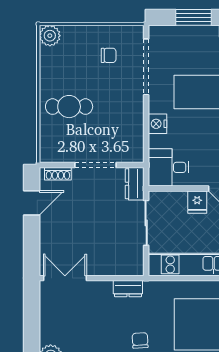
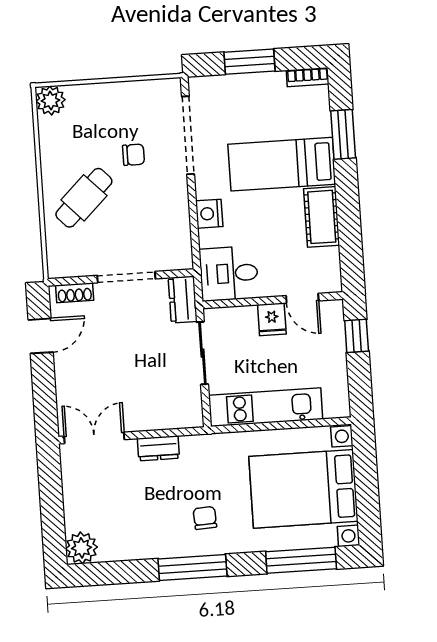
chair: (109, 55) -> (133, 155), moved
cafe table: (69, 107) -> (84, 198), turned -44
dresser: (128, 289) -> (158, 448), moved

